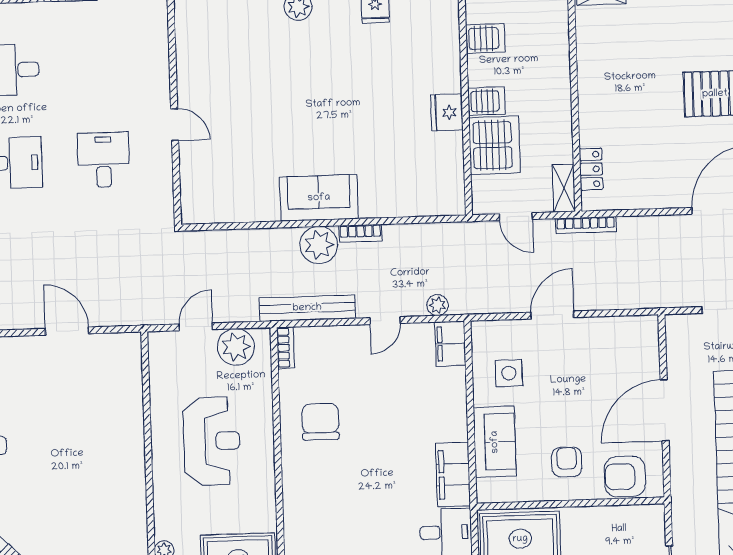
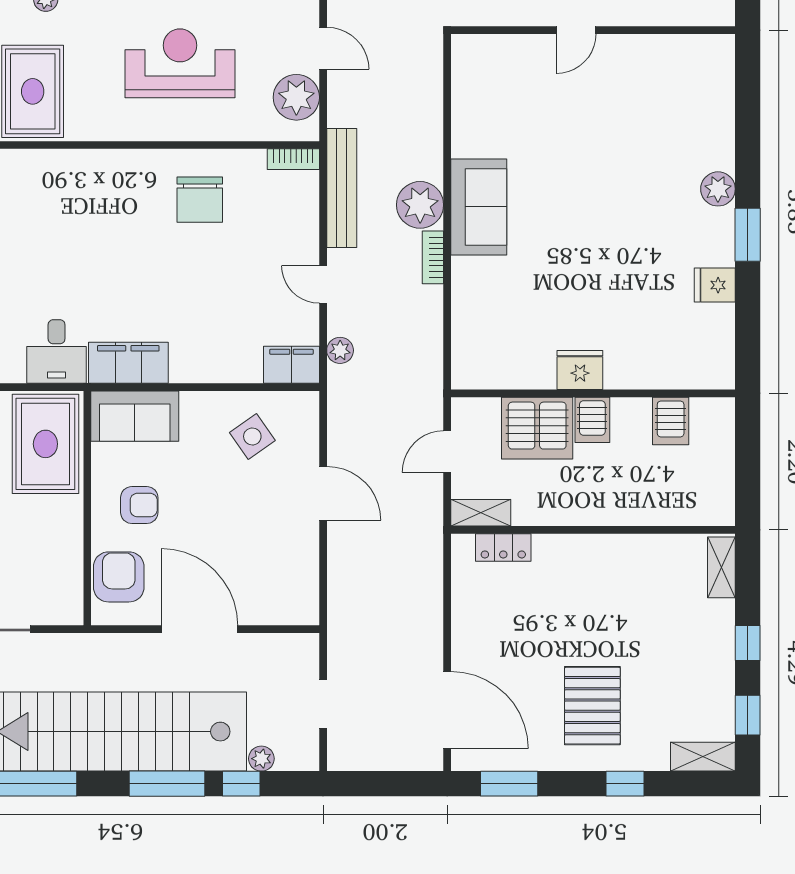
bookcase: (586, 225) -> (434, 539), removed
side table: (509, 373) -> (252, 437), turned -35
chair: (320, 422) -> (200, 200), turned 90
reception desk: (212, 441) -> (180, 63), turned 180
sofa: (495, 442) -> (135, 416), moved

